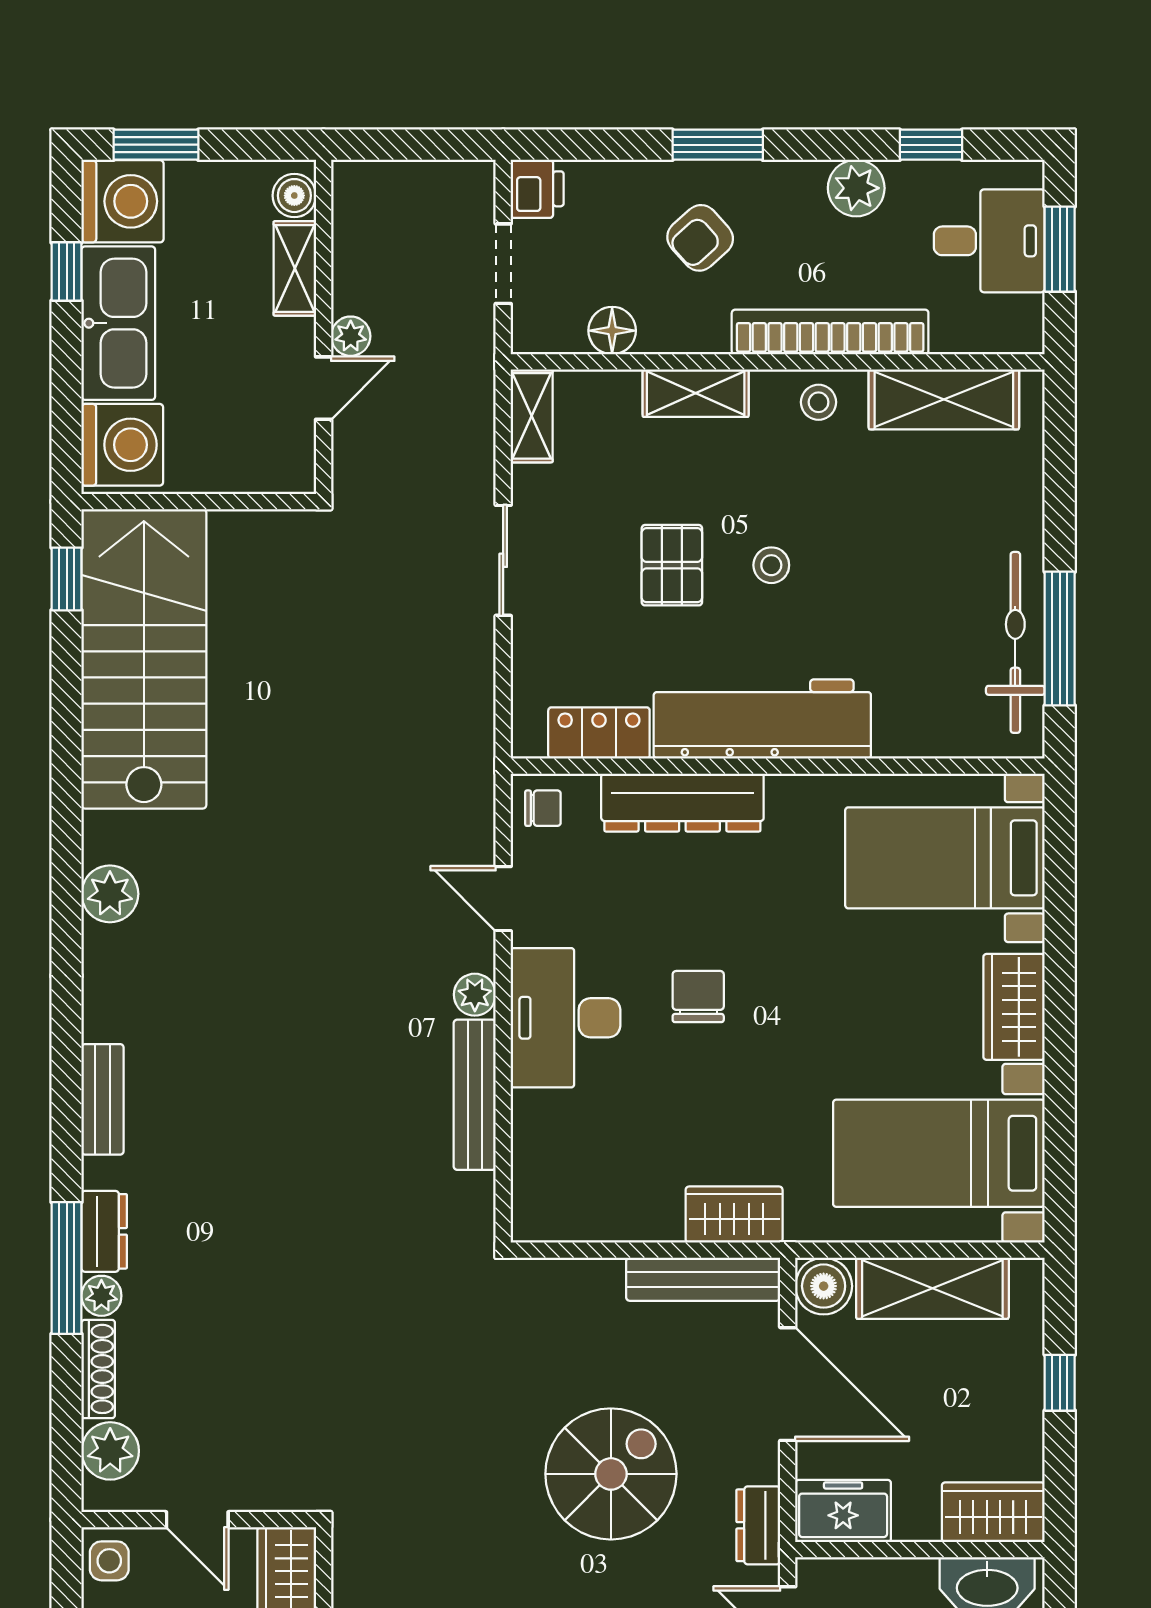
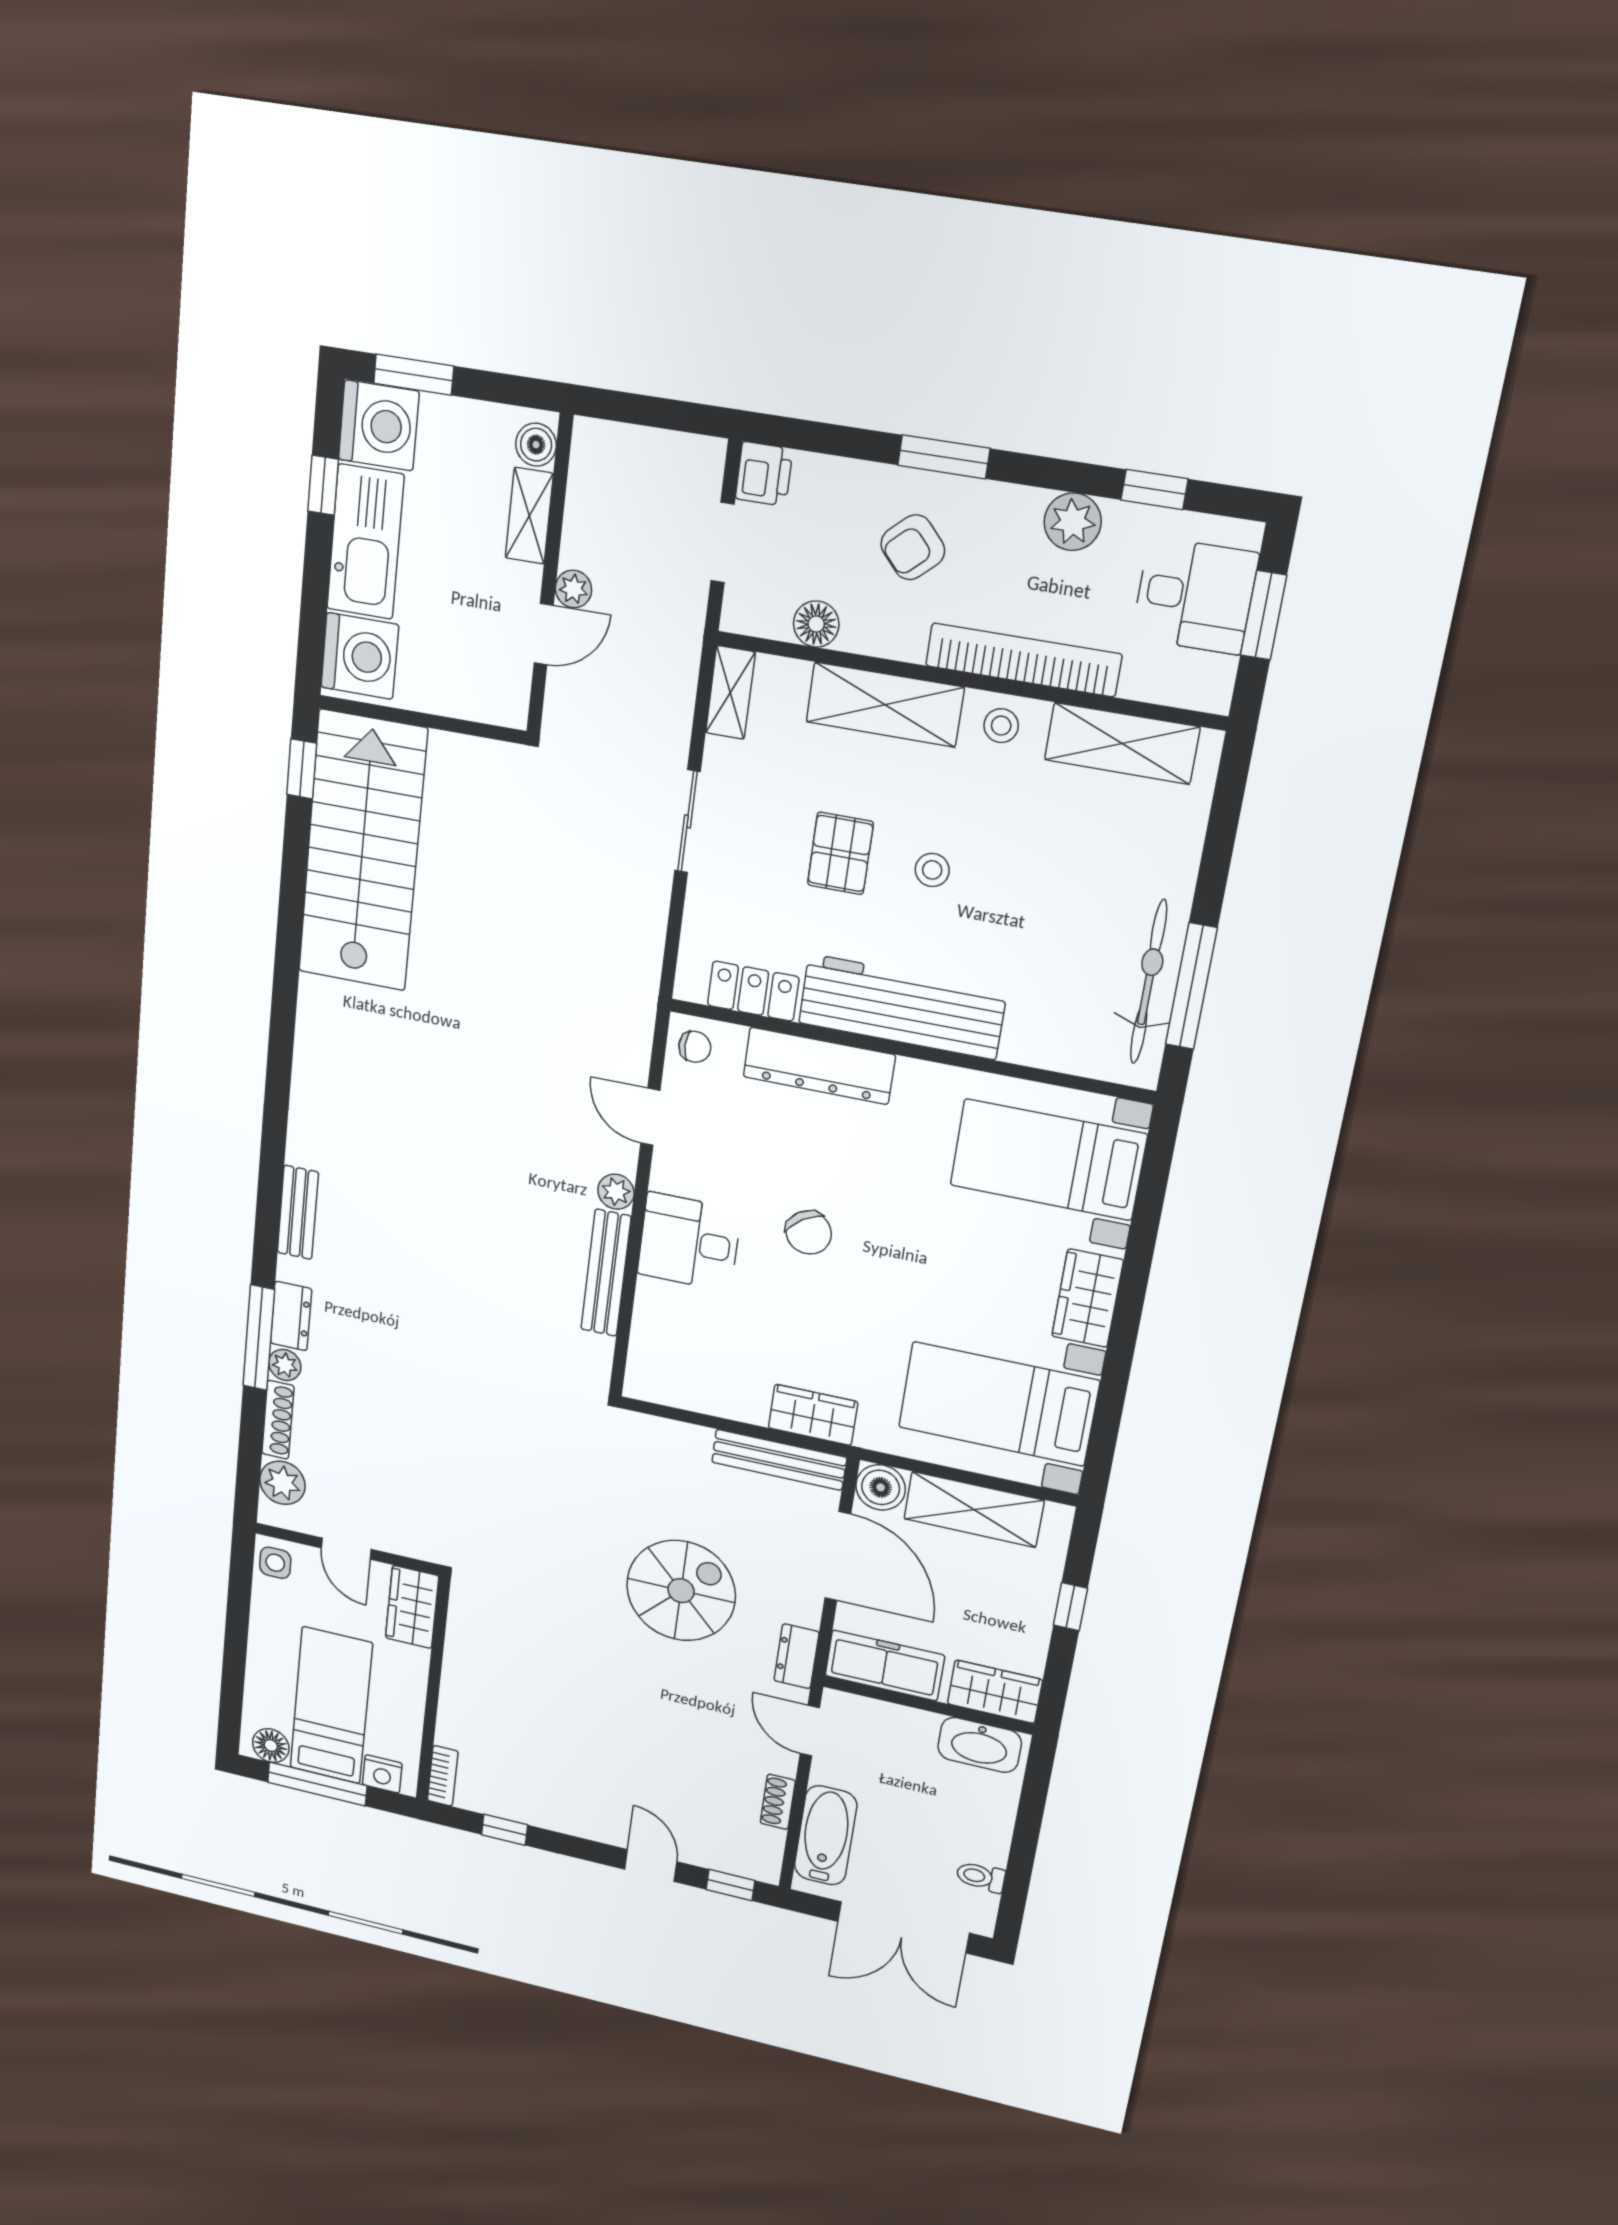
shelving: (696, 393) -> (885, 705), width x1.50, depth x1.33
plant: (110, 894) -> (317, 1047), removed
chair: (698, 997) -> (809, 1232), turned 146
desk: (565, 1018) -> (689, 1242), width x0.73
freezer: (843, 1511) -> (885, 1665), width x1.40

